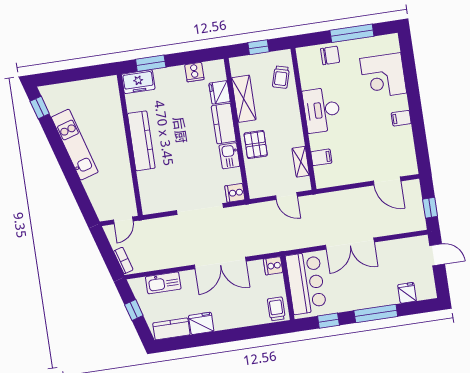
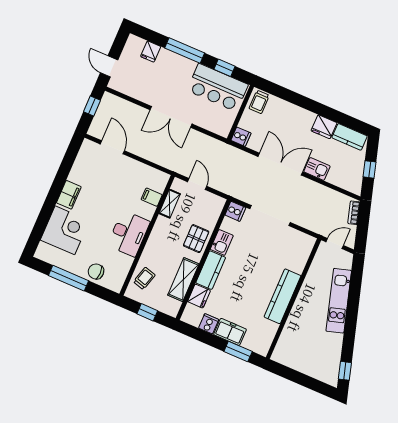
freezer: (138, 82) -> (230, 332), moved
filing cabinet: (401, 118) -> (69, 195), width x2.00
kitchen unit: (75, 145) -> (339, 301), moved
double door: (350, 244) -> (171, 117), swing flipped
kitchen sink: (163, 283) -> (317, 169), moved, width x0.73
bar counter: (306, 283) -> (218, 88), moved, turned -90

